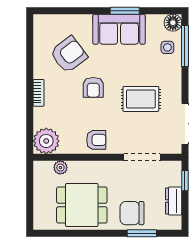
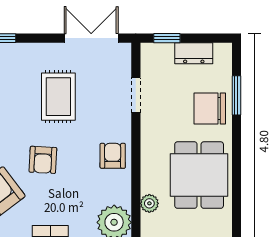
armchair: (93, 87) -> (43, 160), turned 93
doorway: (142, 157) -> (136, 95), width x0.73
chair: (132, 213) -> (210, 108), turned 90

